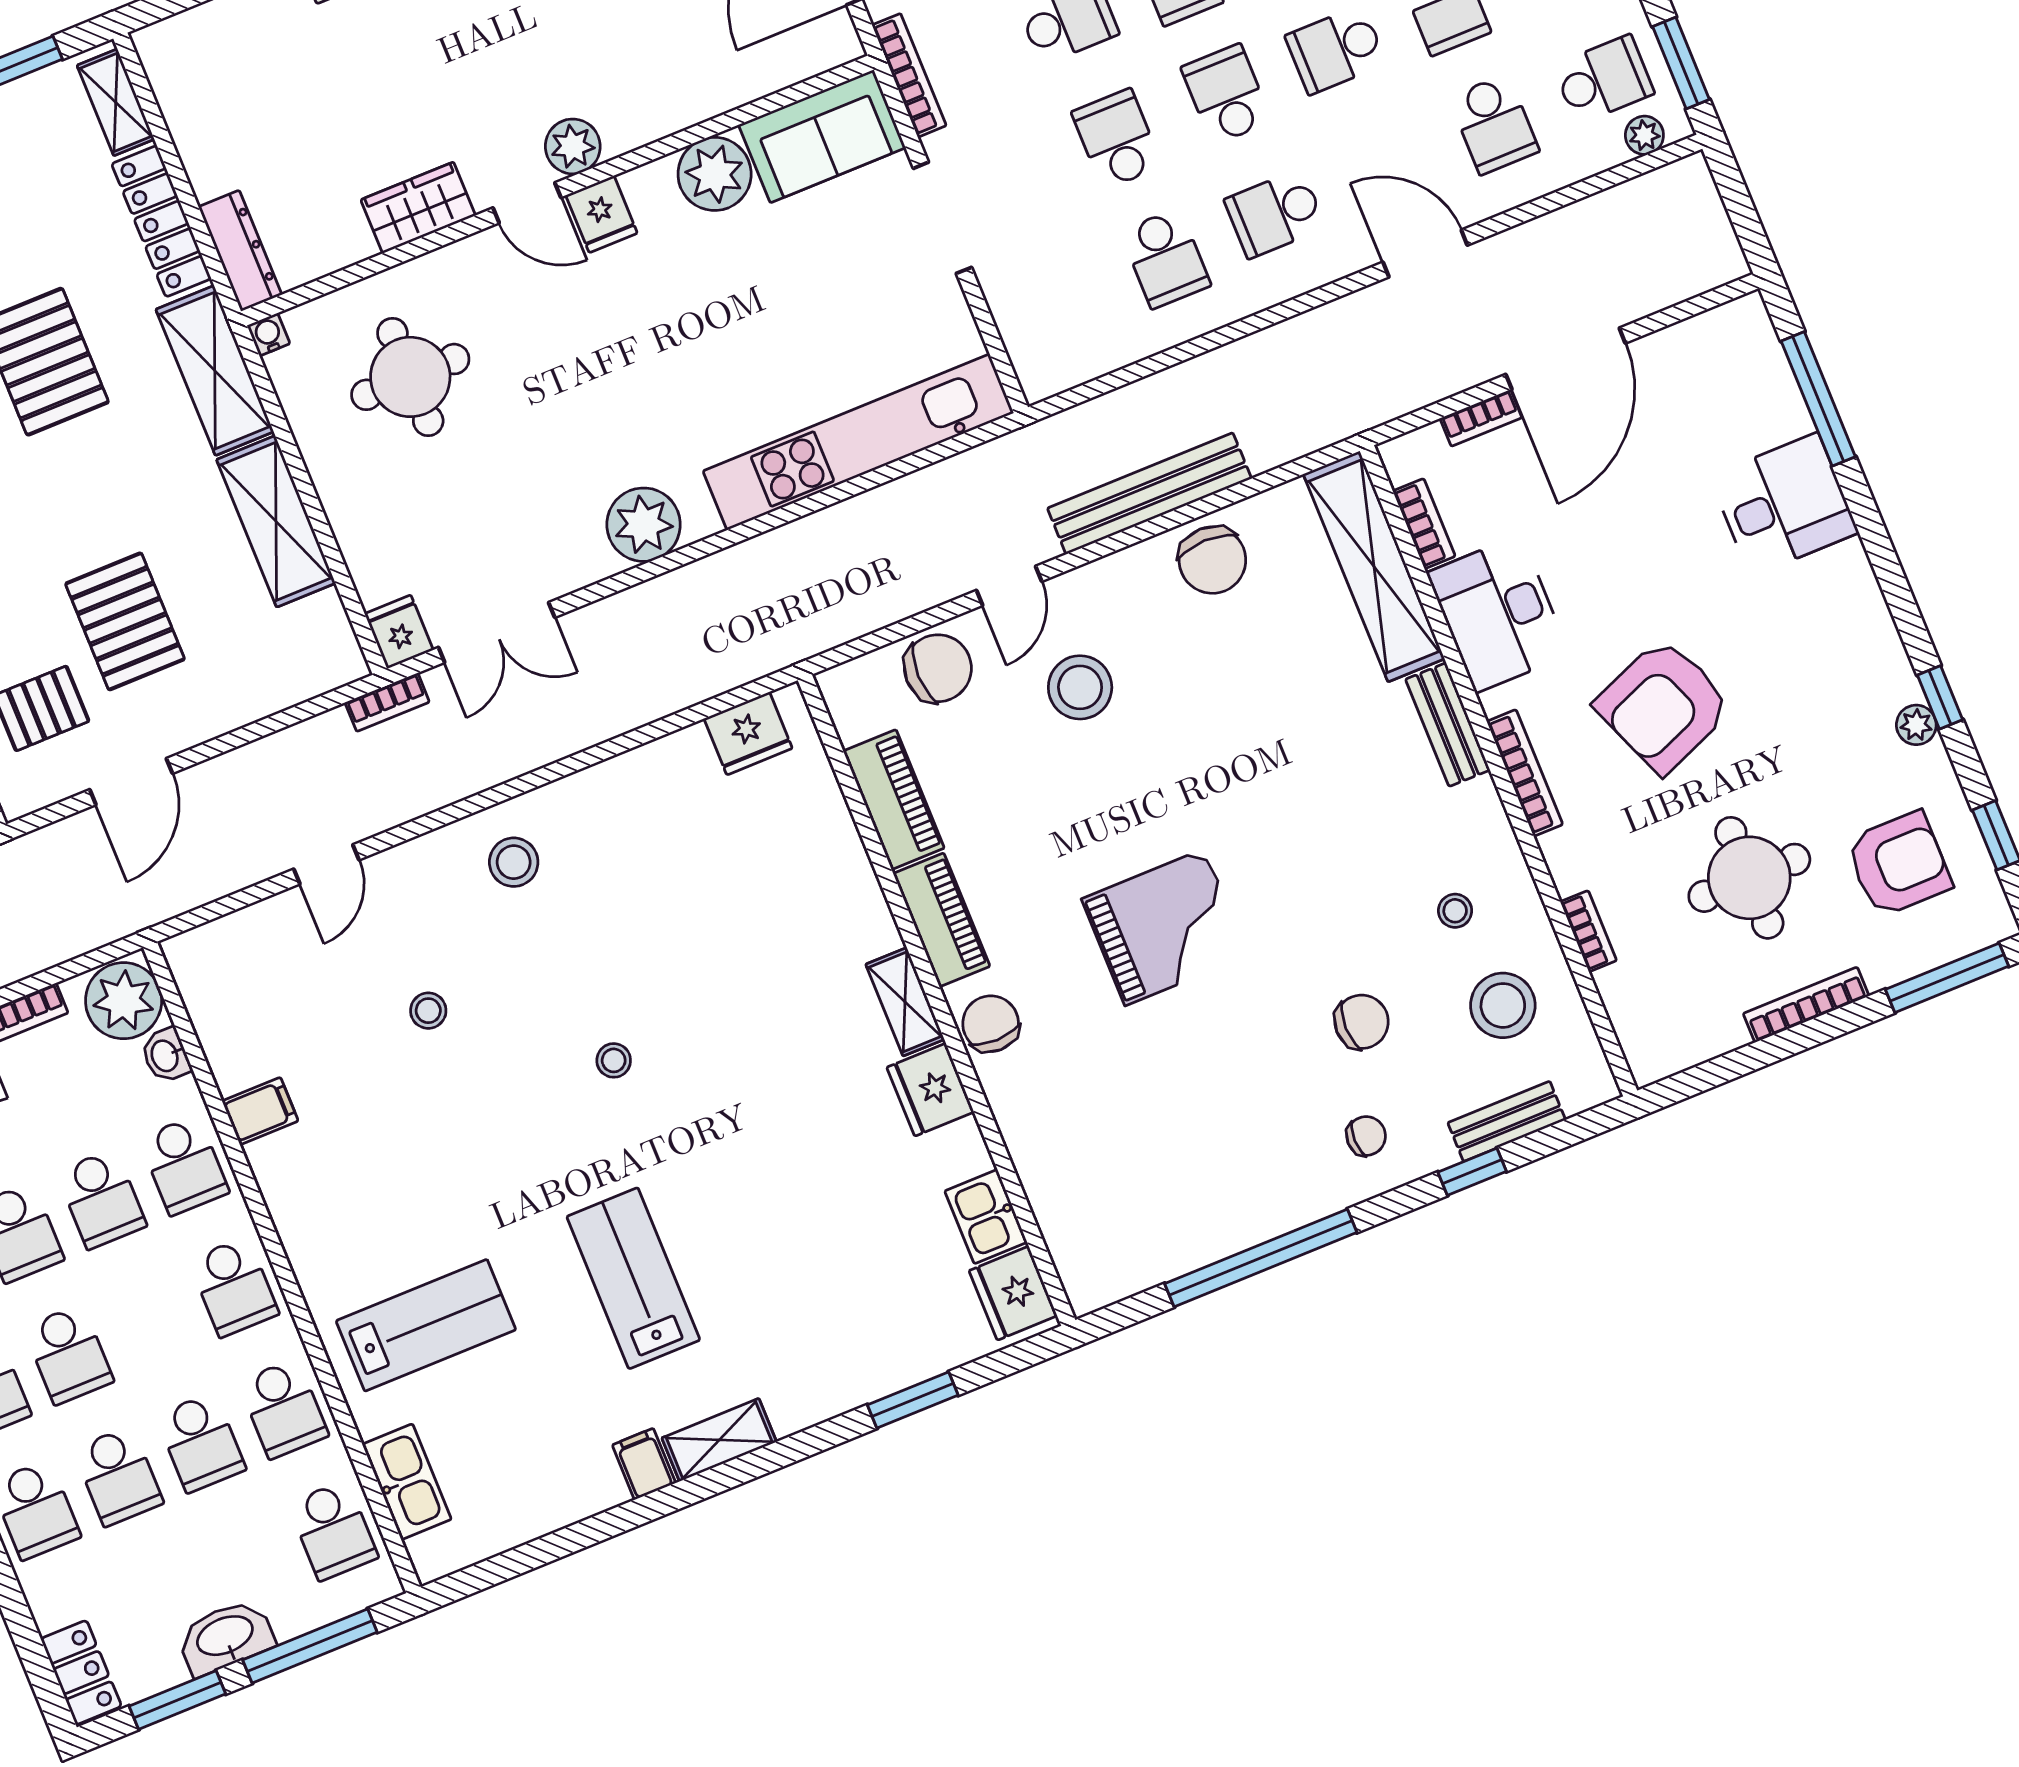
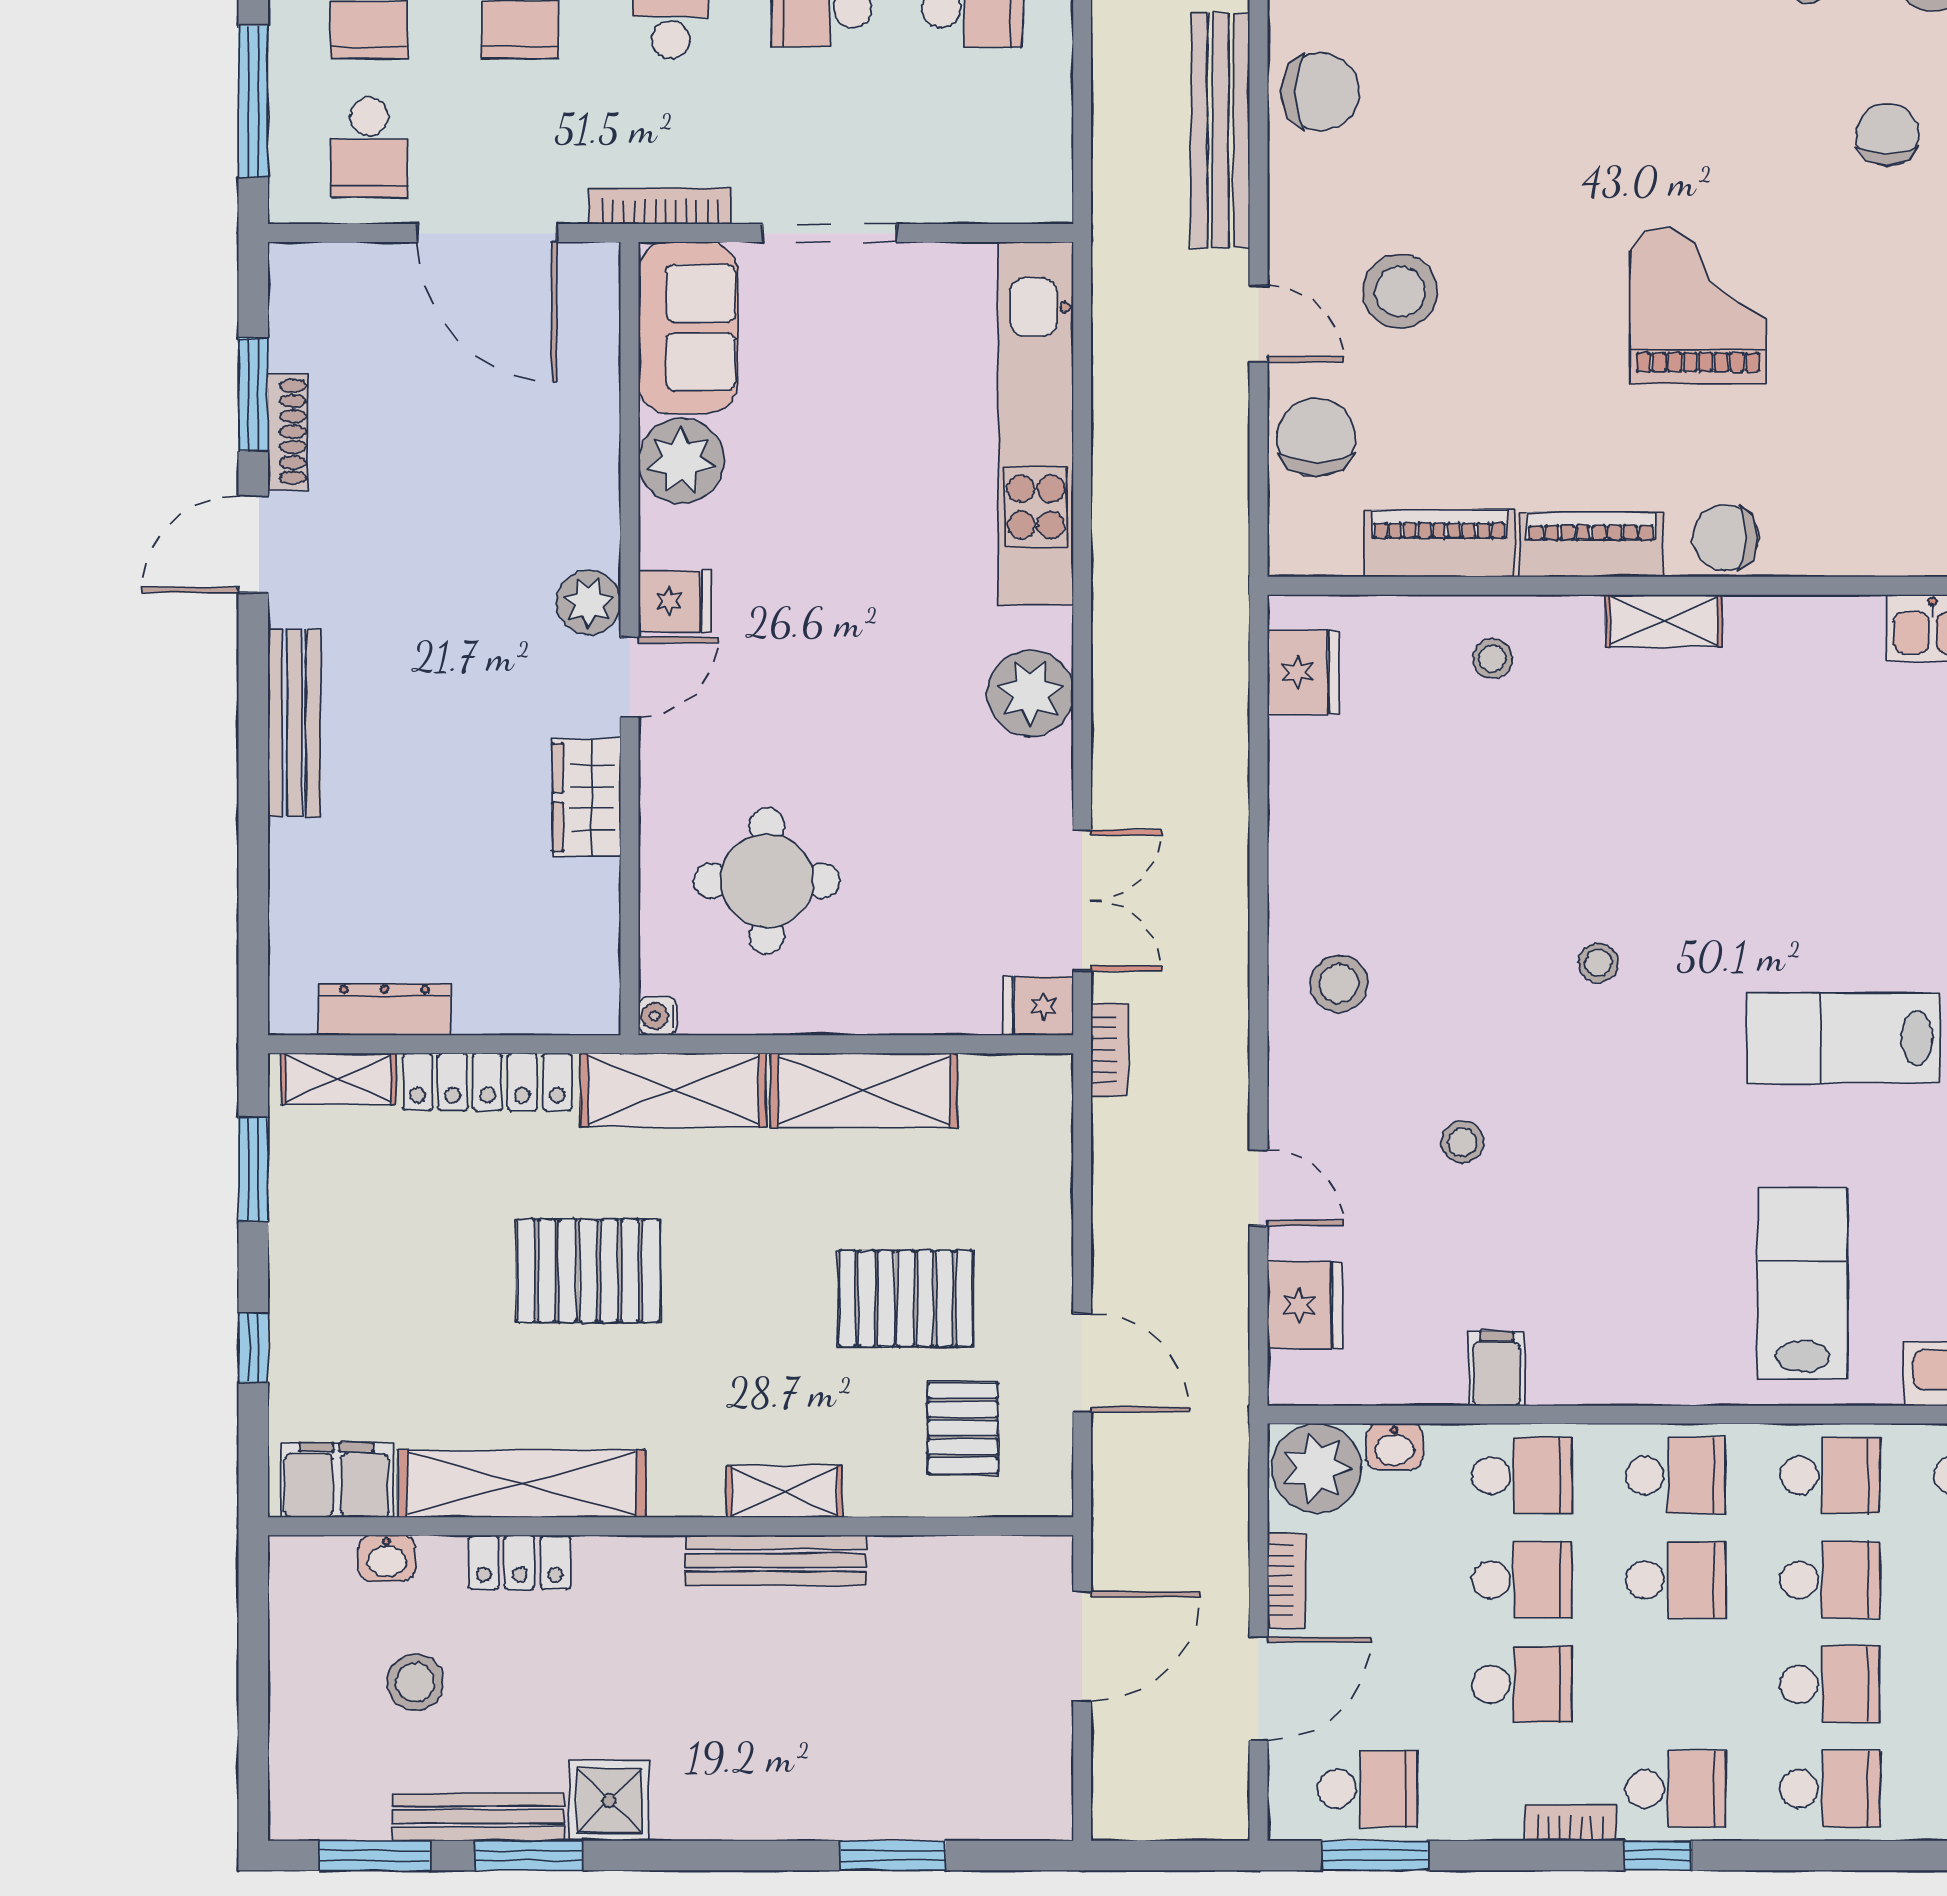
dresser: (240, 251) -> (385, 1010), moved
stool: (820, 879) -> (1492, 658), added
fridge: (930, 1090) -> (1305, 1305), moved, turned -90
school desk: (69, 1354) -> (1676, 1580), moved

